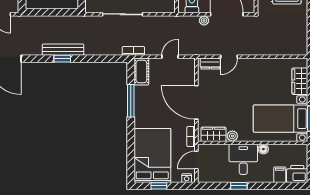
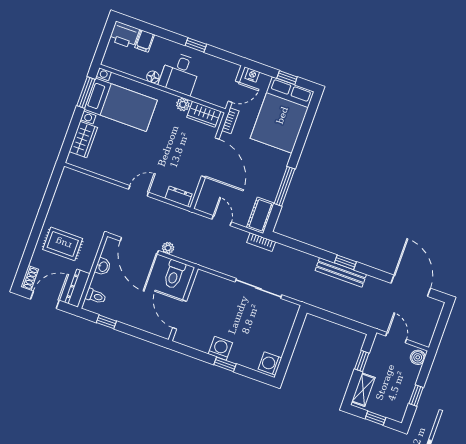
door: (170, 57) -> (222, 221), swing flipped
door: (229, 57) -> (139, 191), moved

